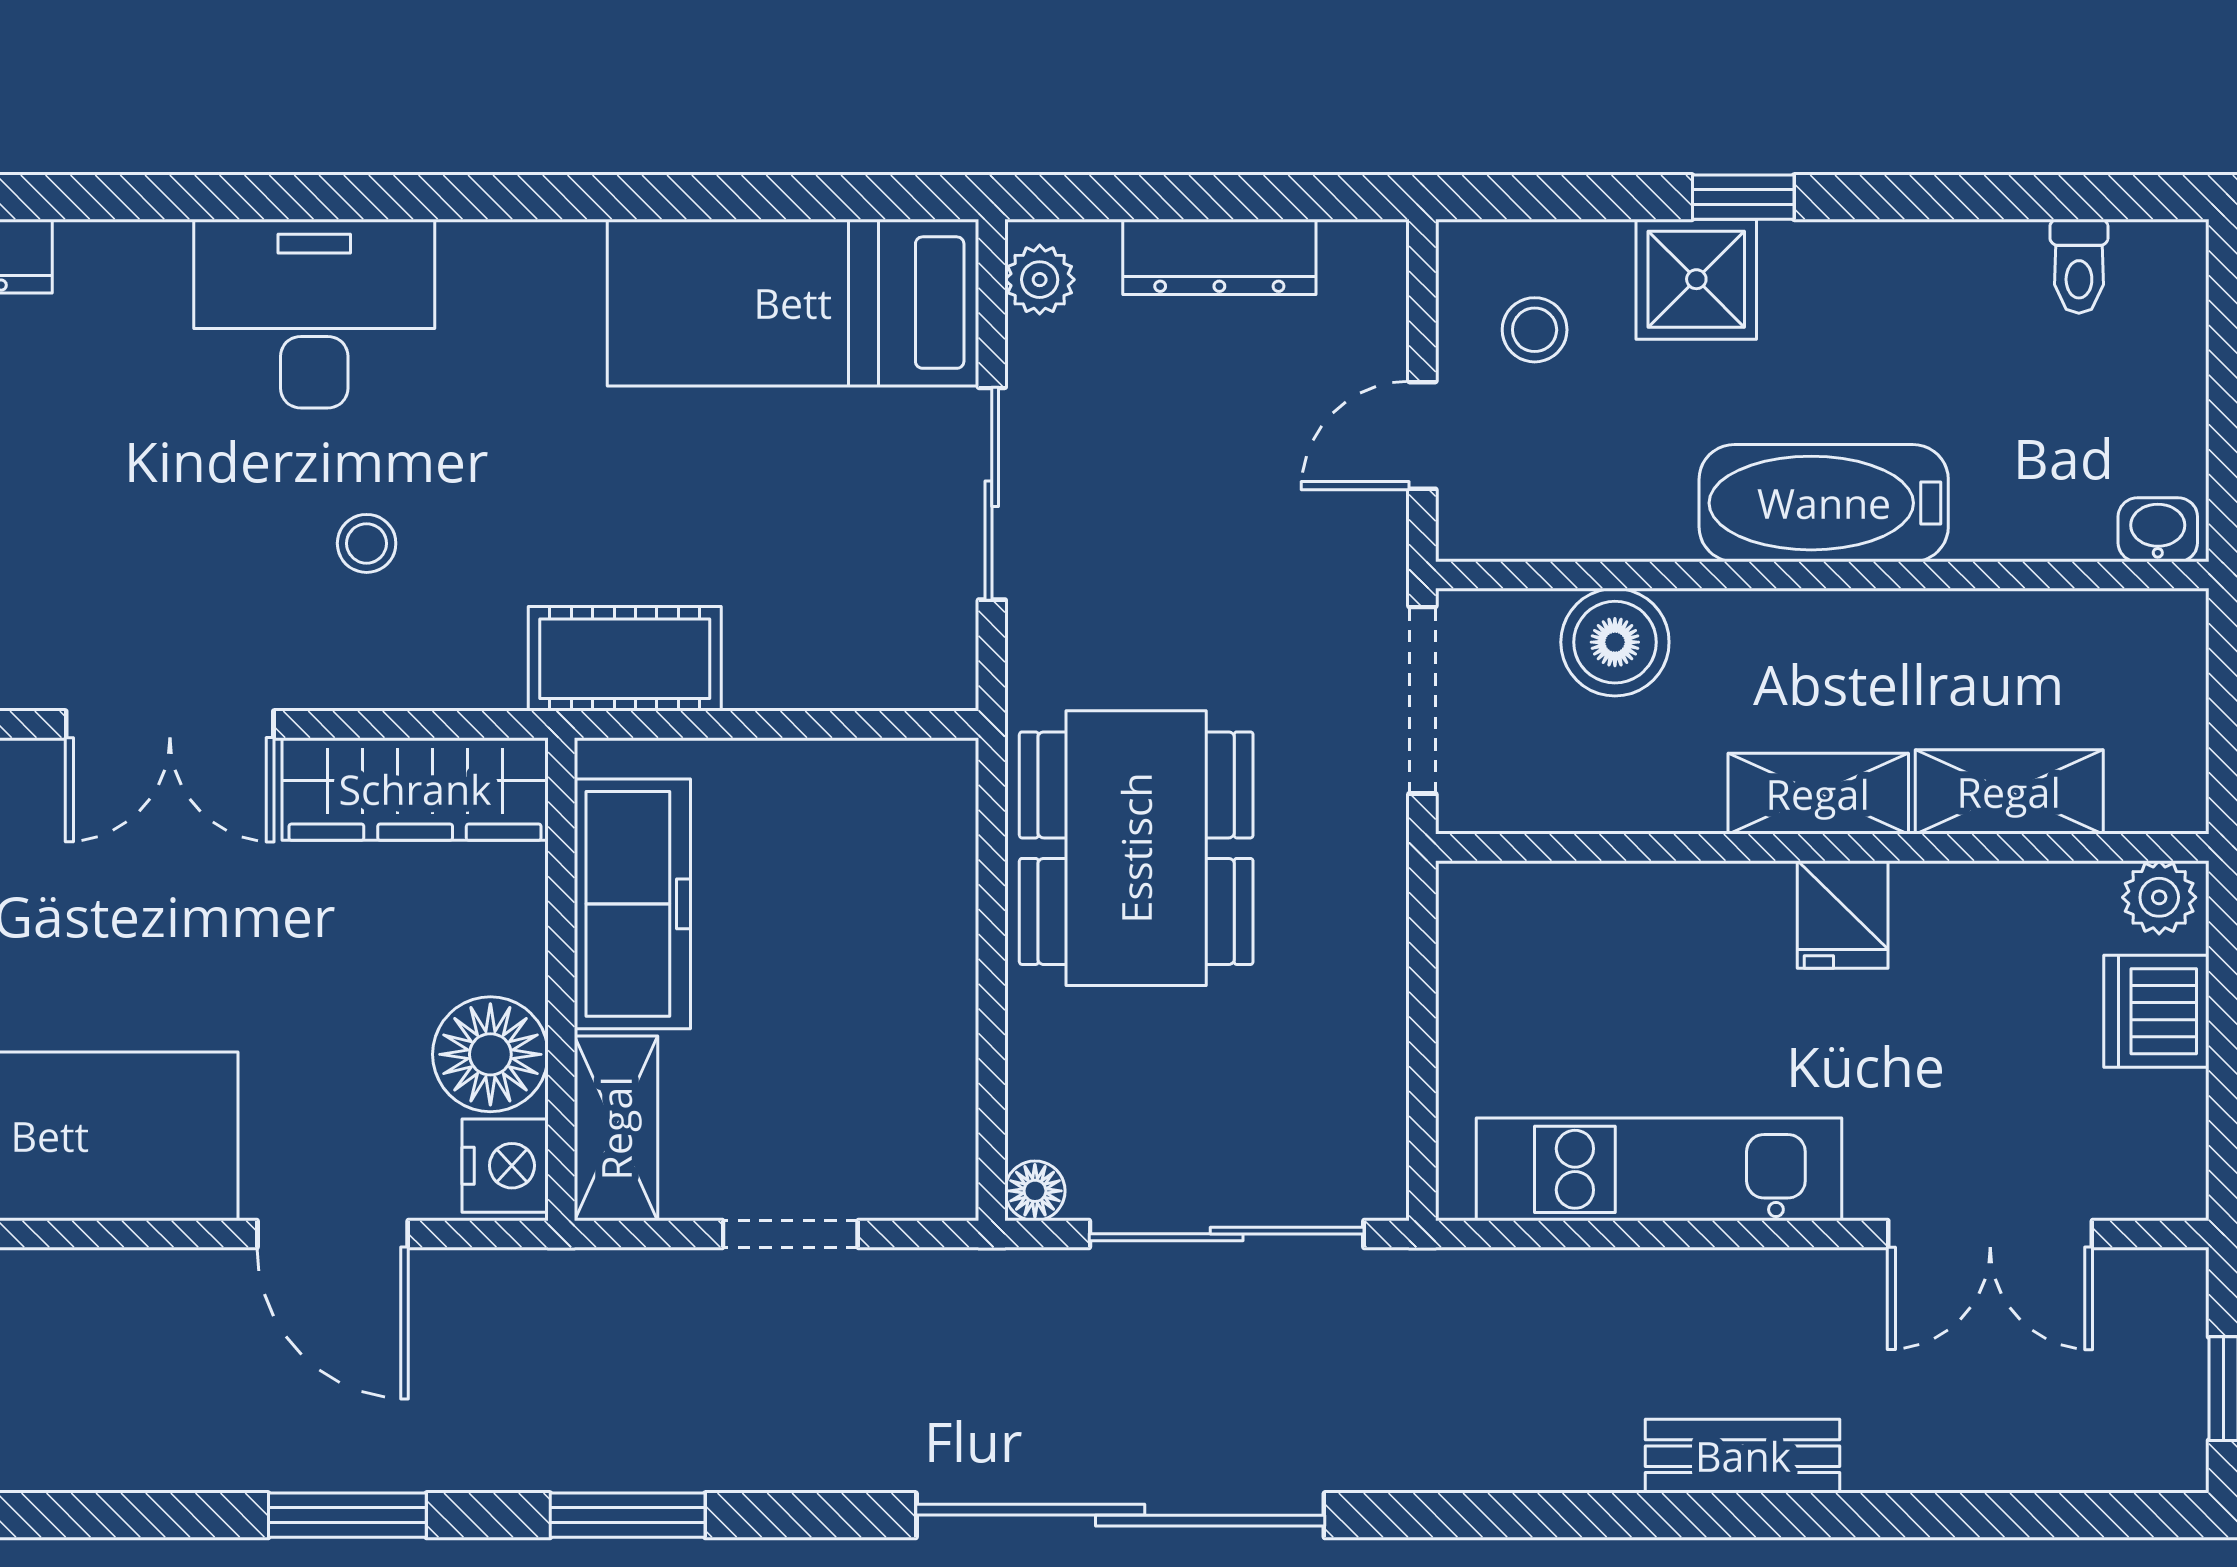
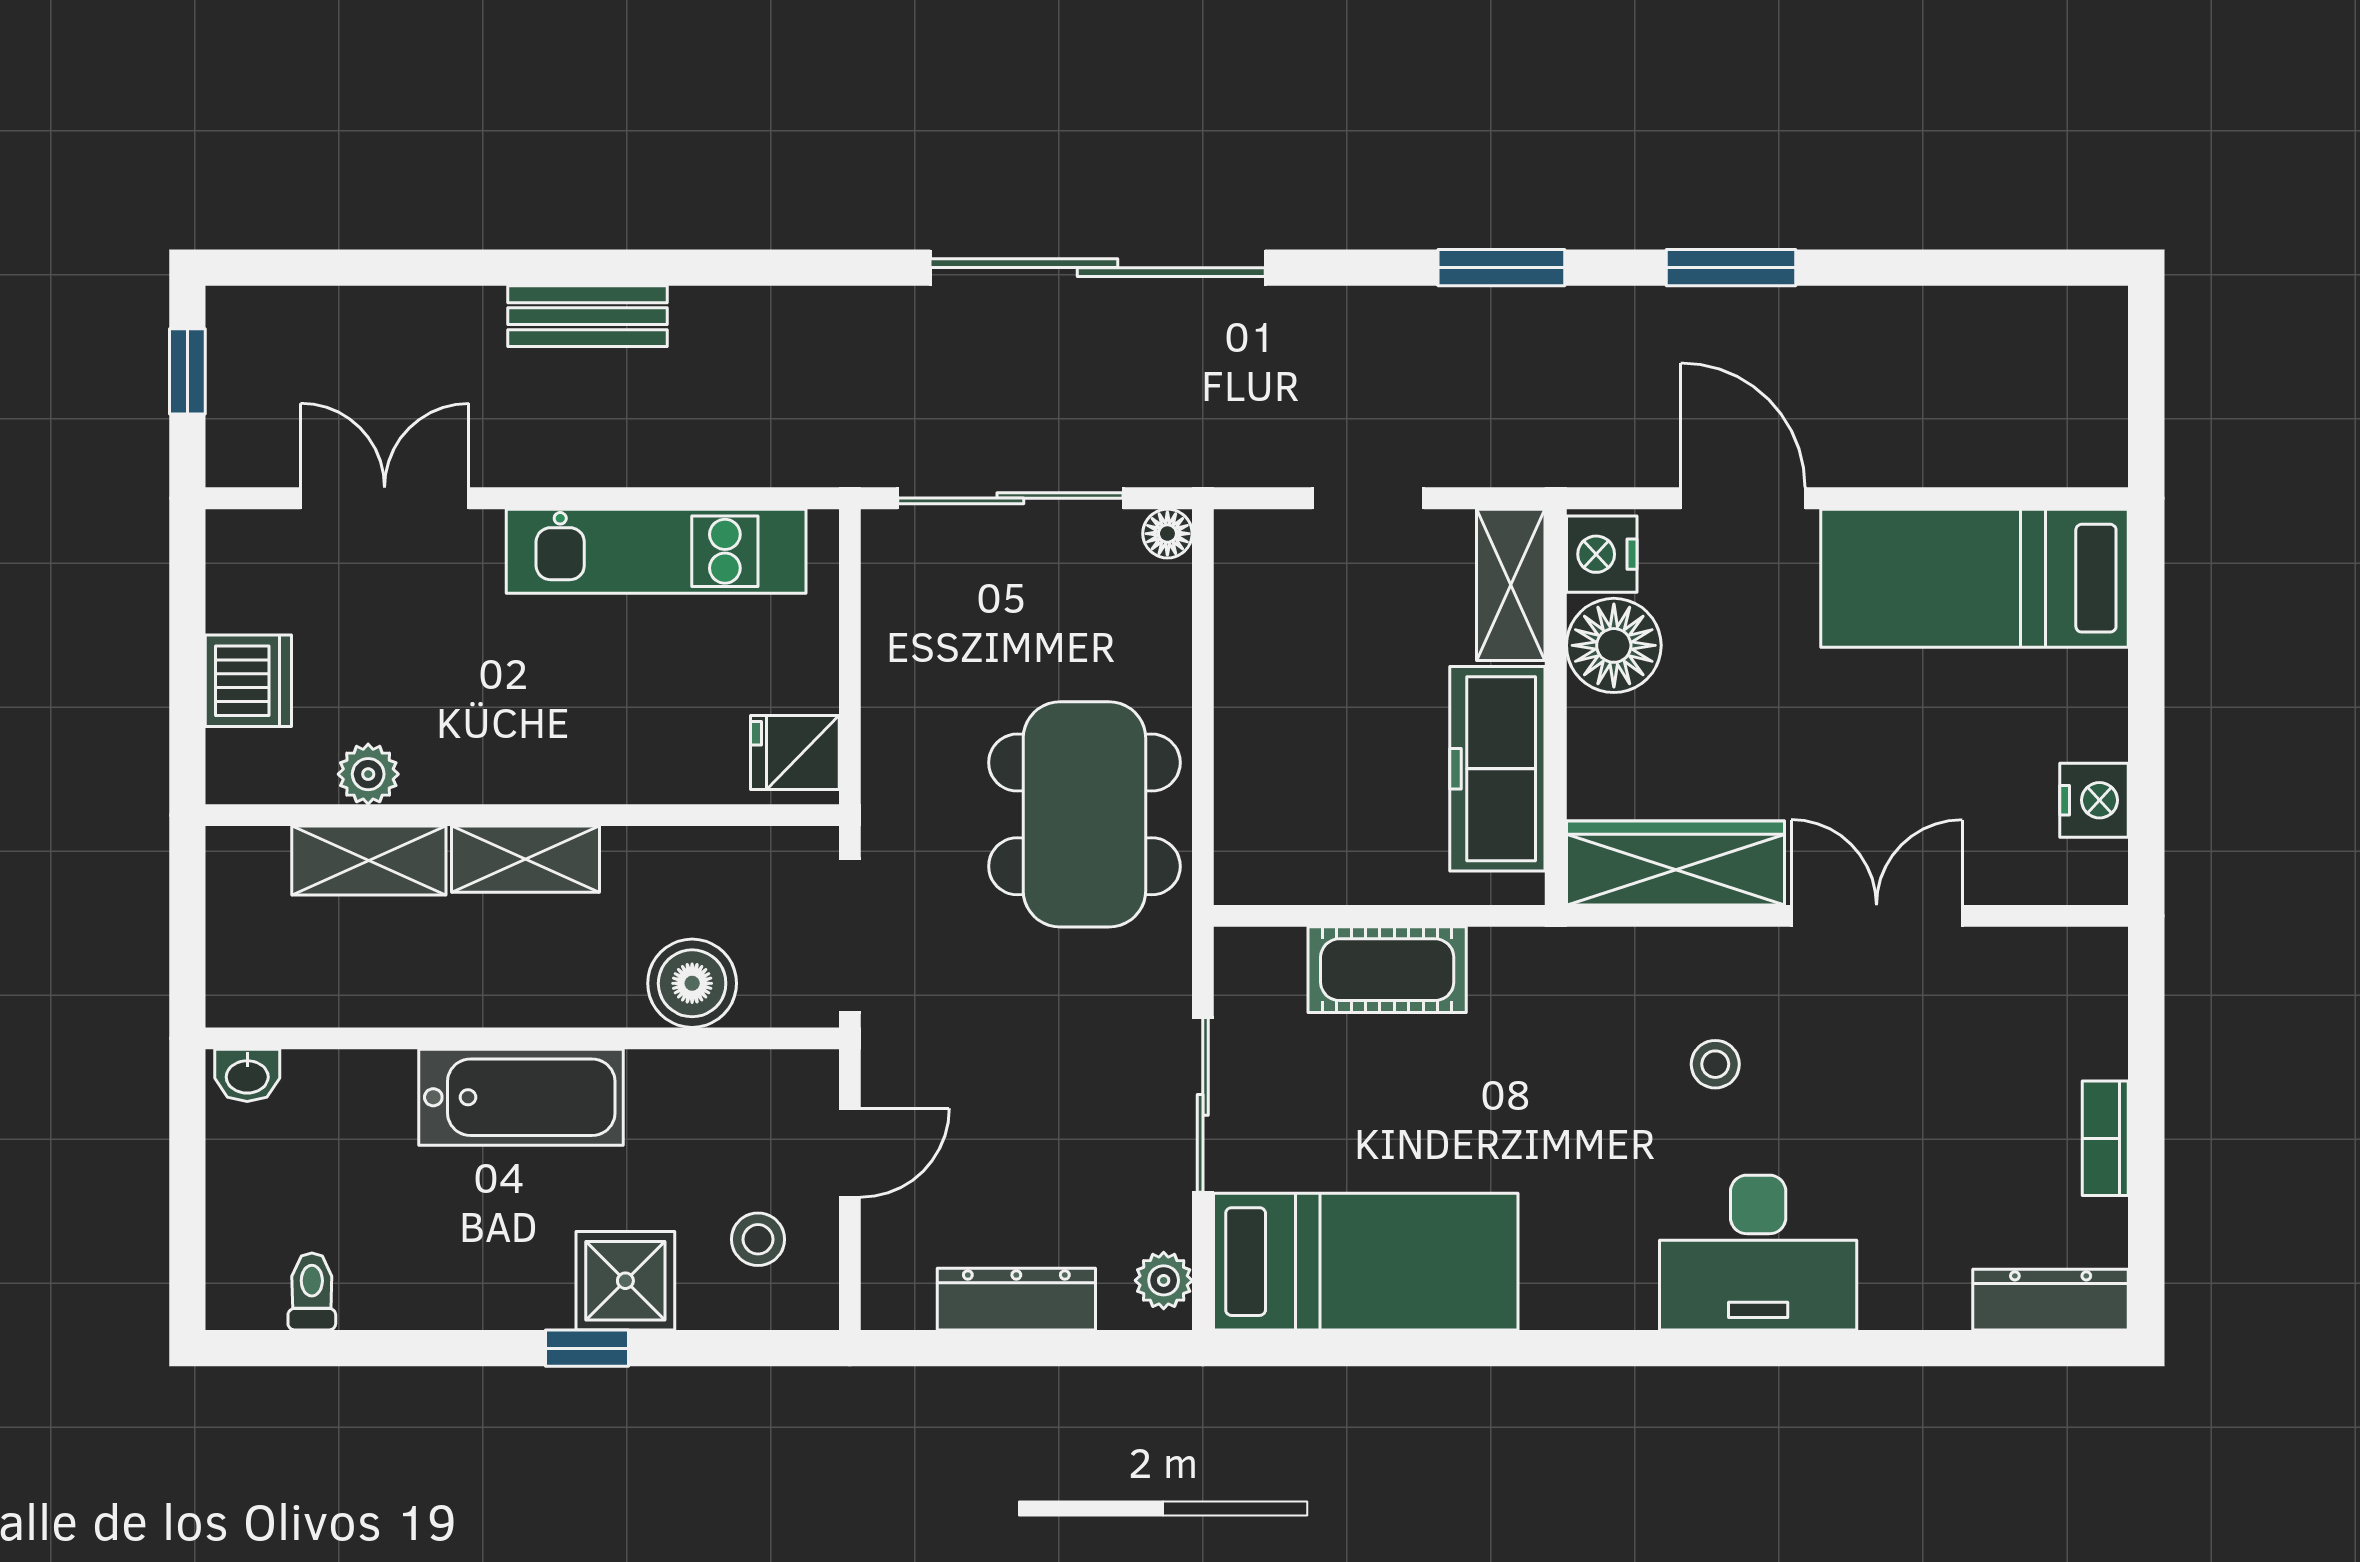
cot: (625, 659) -> (1387, 970), moved
plant: (2159, 897) -> (368, 774), moved
fridge: (1843, 915) -> (795, 752), moved, turned -90

